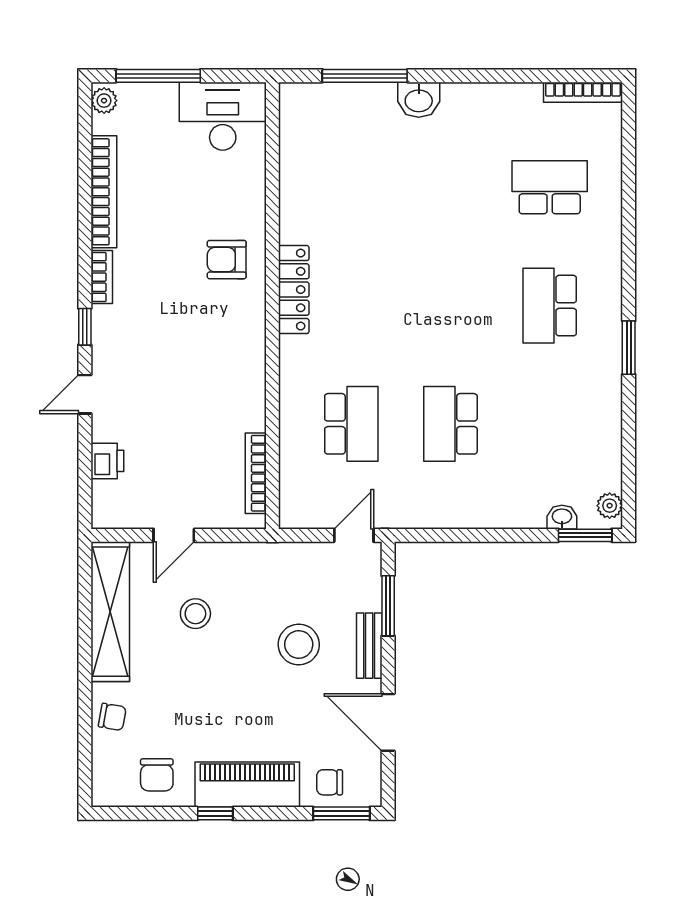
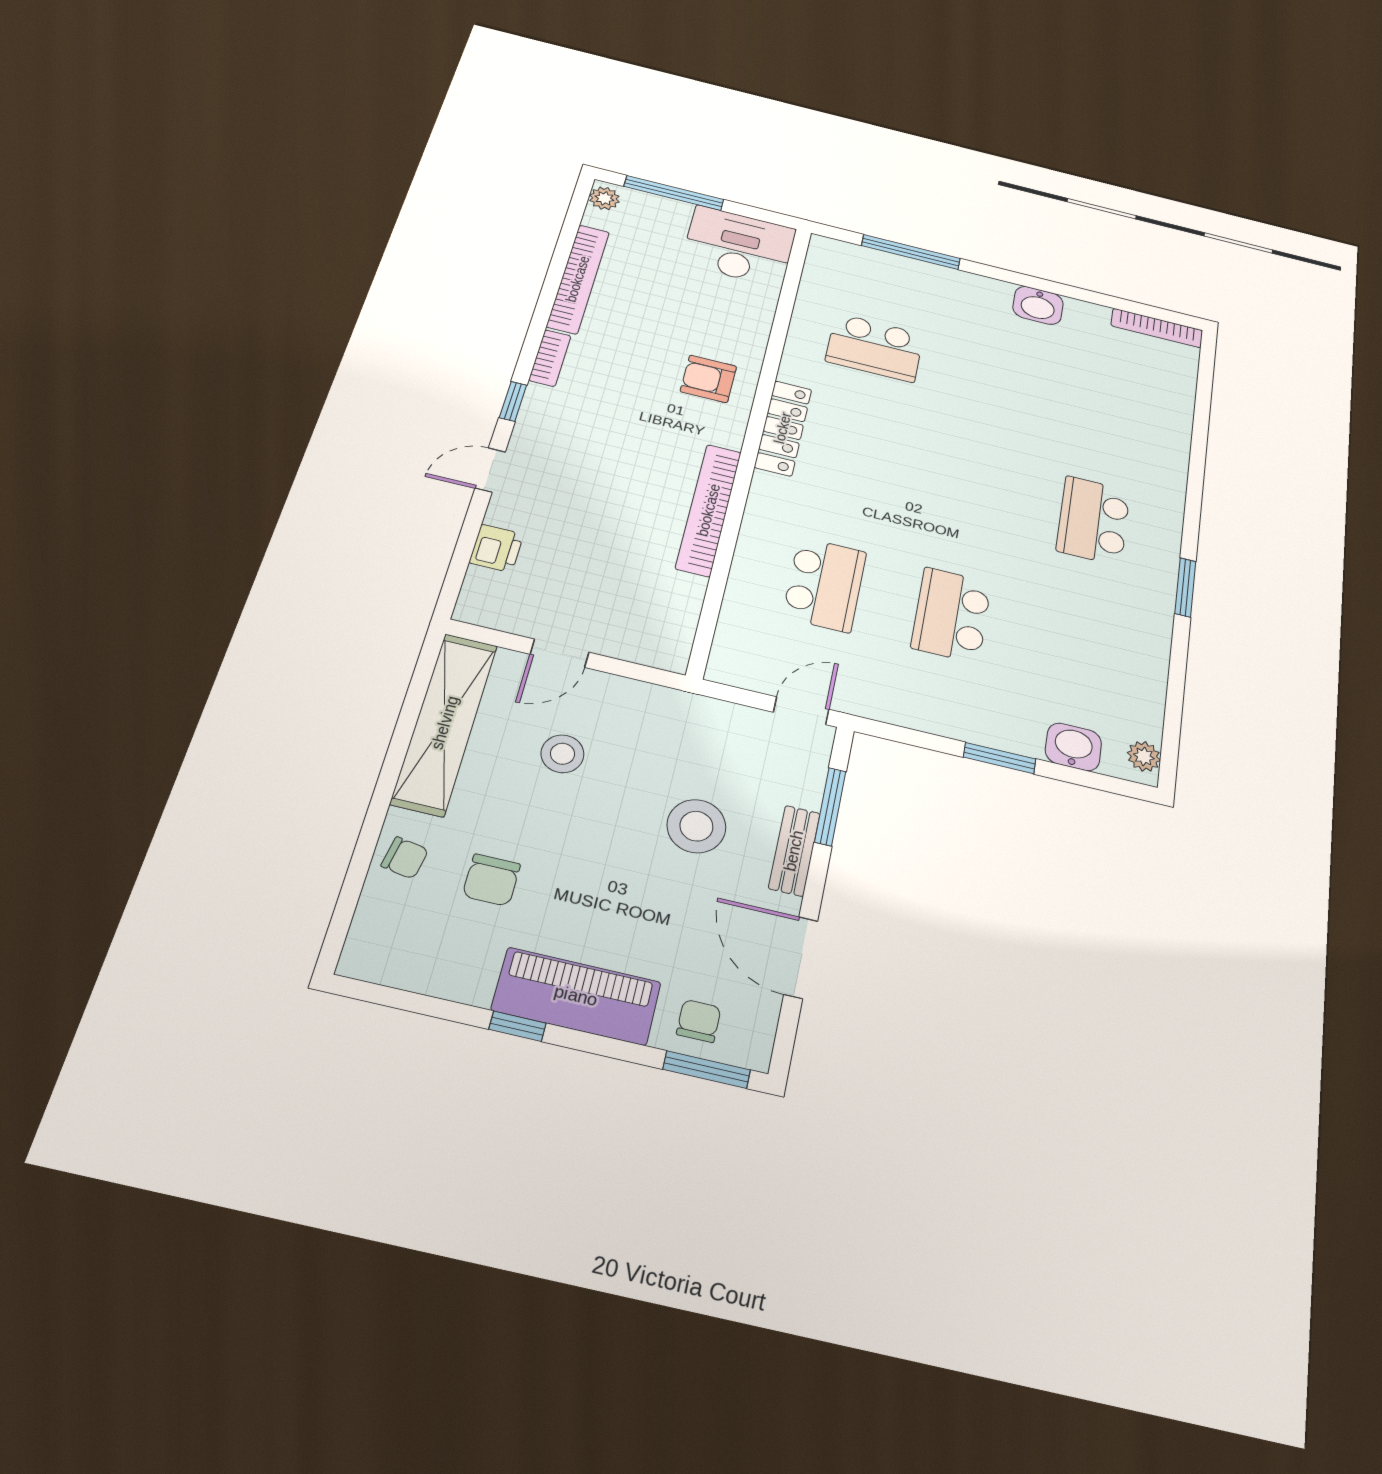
washbasin: (419, 100) -> (1038, 305), moved
school desk: (550, 187) -> (875, 348), moved, turned 180
bookcase: (256, 473) -> (709, 510), moved, width x1.48, depth x1.31
washbasin: (562, 517) -> (1073, 747), width x1.38, depth x1.45
window: (585, 535) -> (1000, 758), moved
chair: (157, 775) -> (491, 880), moved
chair: (330, 782) -> (699, 1021), turned 90

